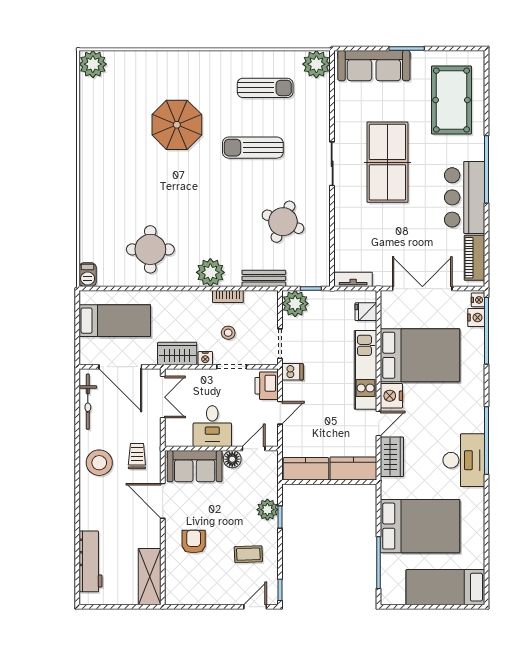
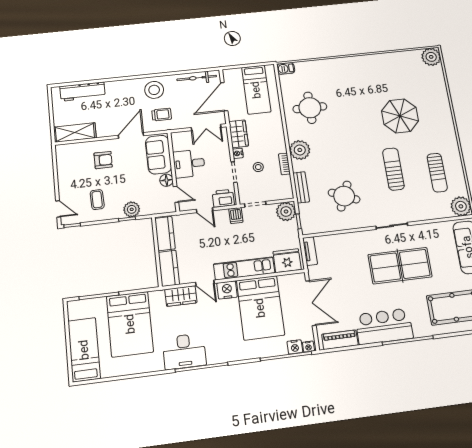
fridge: (366, 312) -> (287, 261), width x1.88, depth x1.34

